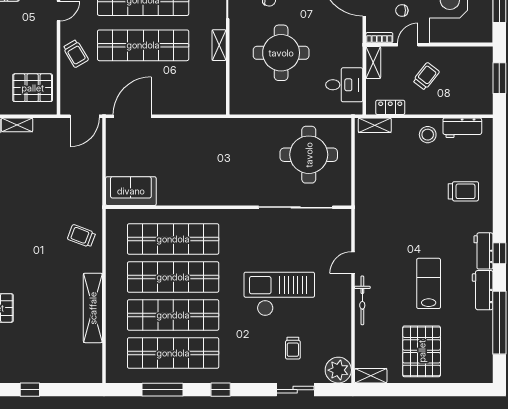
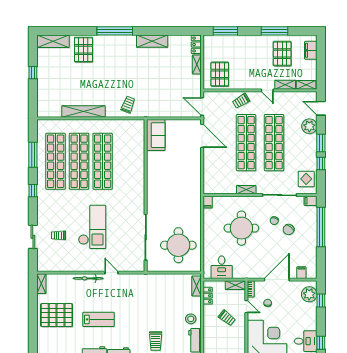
filing cabinet: (239, 107) -> (208, 202), added
shop shelf: (173, 239) -> (126, 161), removed
plant: (338, 370) -> (45, 264), removed

